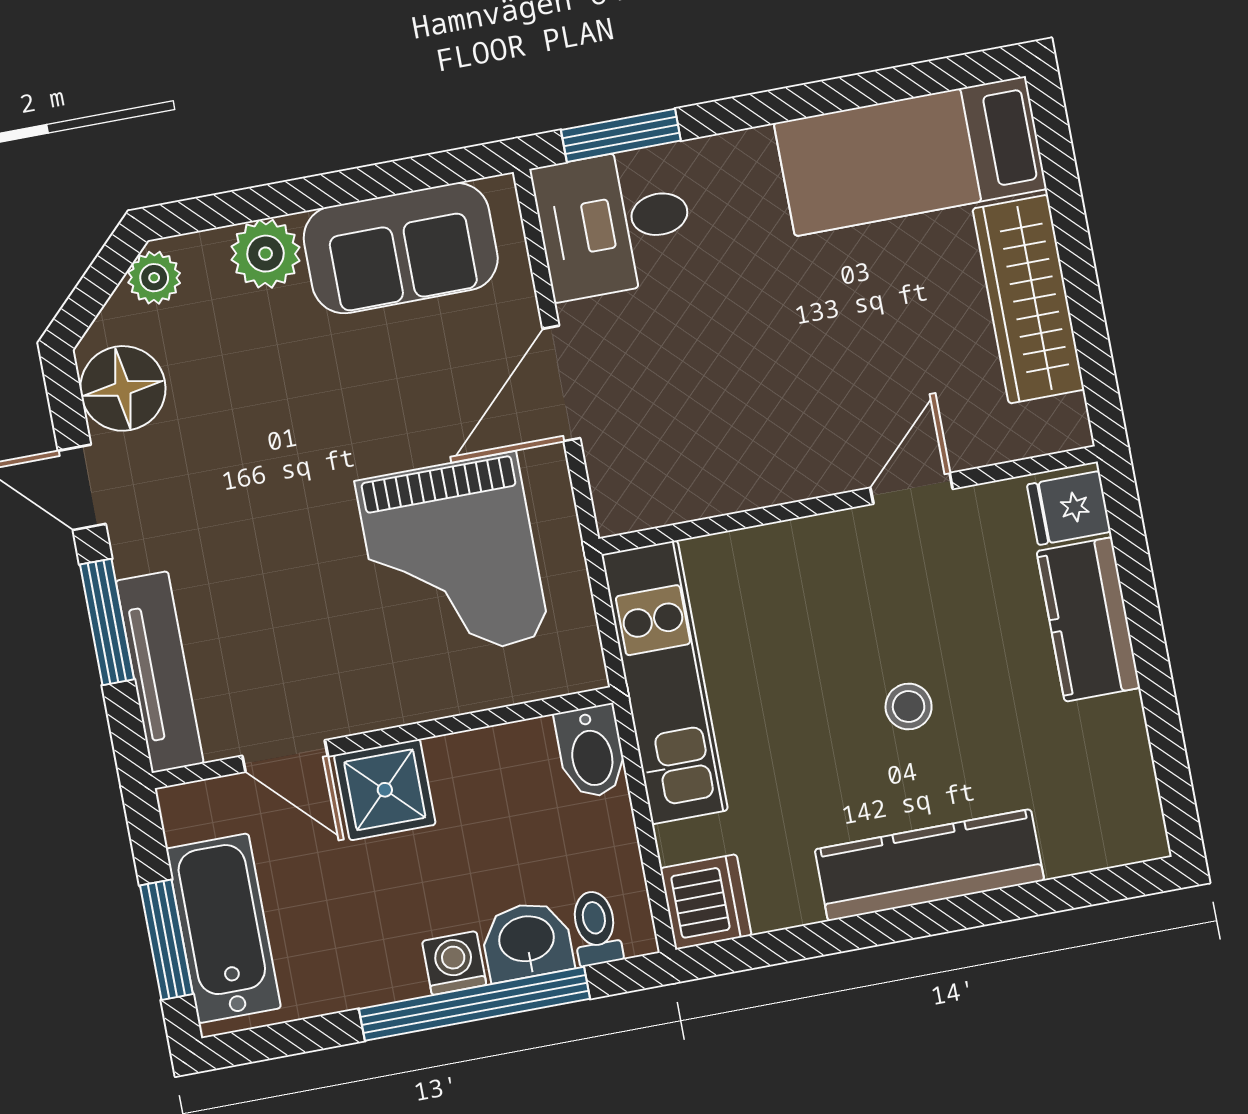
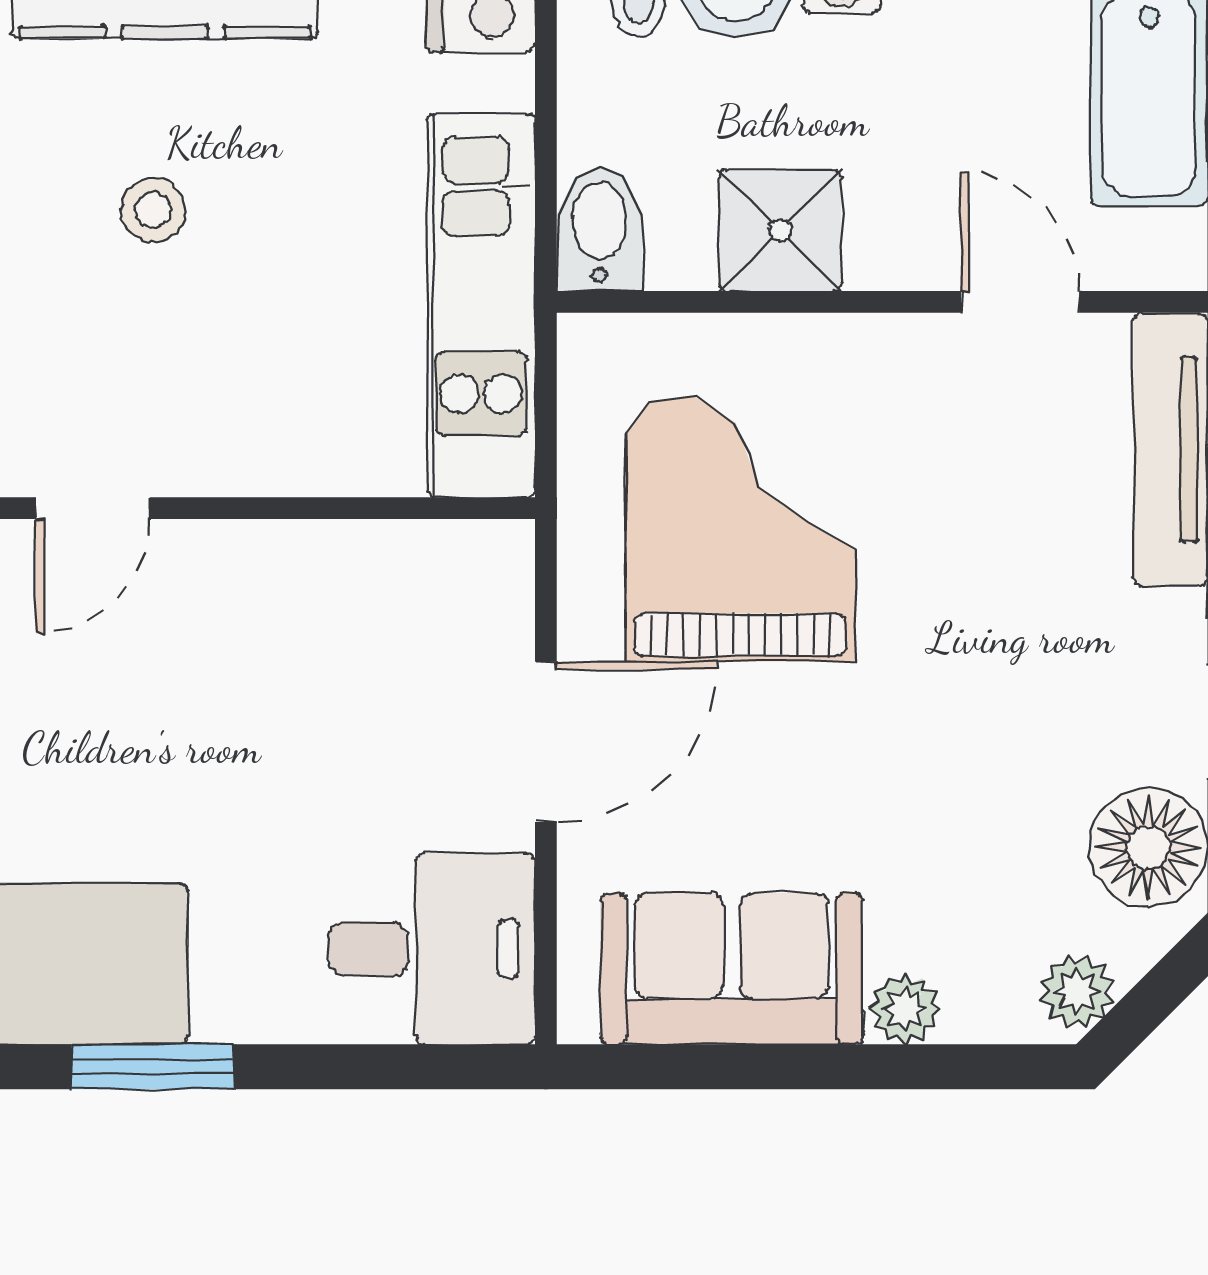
window: (621, 135) -> (153, 1067), moved
plant: (266, 254) -> (905, 1009), width x0.73, depth x0.73
shower: (385, 790) -> (780, 230), moved

